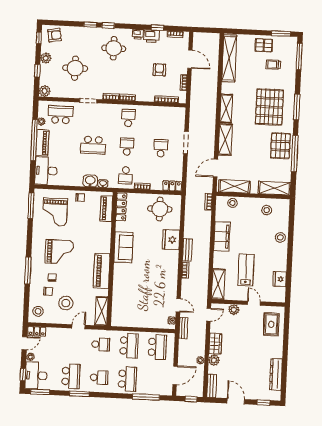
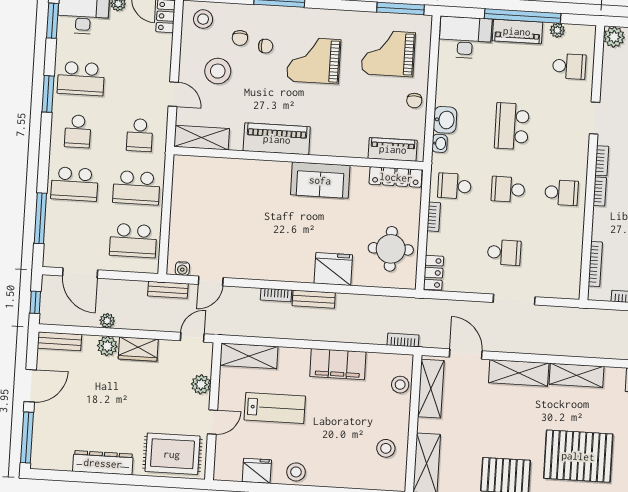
school desk: (61, 115) -> (569, 66), width x0.54
school desk: (127, 147) -> (508, 189), turned 180
stool: (280, 237) -> (296, 472), moved
grand piano: (59, 252) -> (314, 60), turned 90
door: (209, 315) -> (192, 337), swing flipped
rug: (271, 324) -> (172, 454), width x1.36, depth x1.43
dresser: (276, 374) -> (103, 463), moved
window: (264, 402) -> (27, 437), width x2.17

